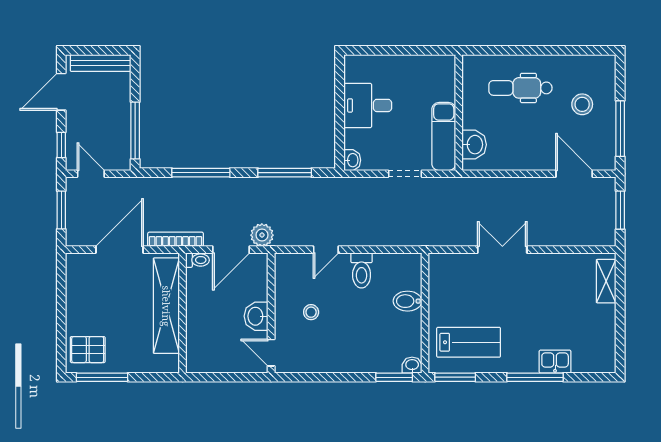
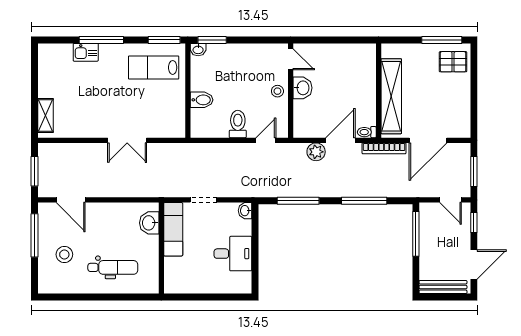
wall: (271, 313) -> (291, 91), moved
washbasin: (256, 316) -> (302, 88), moved
door: (271, 353) -> (291, 59), moved

